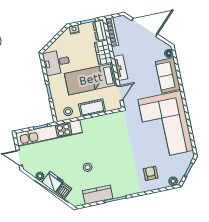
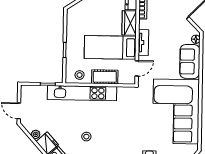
desk: (57, 62) -> (79, 22), removed
kitchen unit: (49, 133) -> (82, 93), moved

